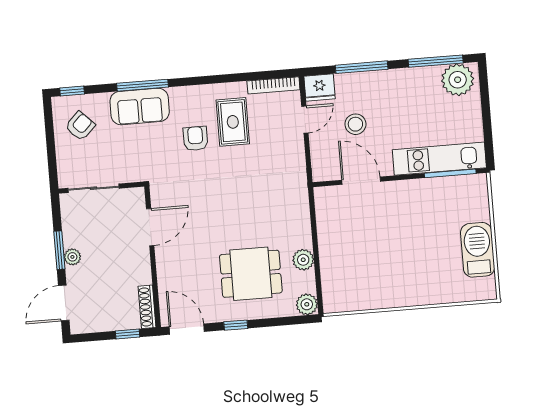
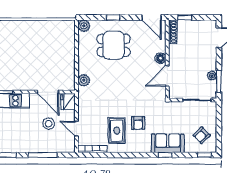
window: (142, 85) -> (165, 155), width x0.46
fridge: (319, 88) -> (68, 102), moved, turned -90
door: (305, 120) -> (77, 129), hinge flipped
window: (59, 250) -> (219, 81), moved
plant: (72, 257) -> (212, 76), moved
floor lamp: (165, 258) -> (160, 58), added
plant: (303, 260) -> (84, 80), moved
window: (236, 325) -> (113, 18), moved

